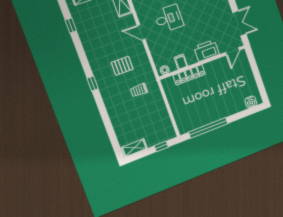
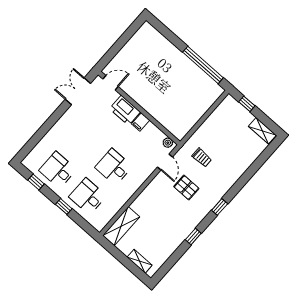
window: (71, 25) -> (193, 237), moved
door: (141, 32) -> (165, 162), moved
filing cabinet: (181, 62) -> (141, 122), moved
locker: (189, 75) -> (159, 115), removed
water cooler: (251, 102) -> (152, 34), removed

